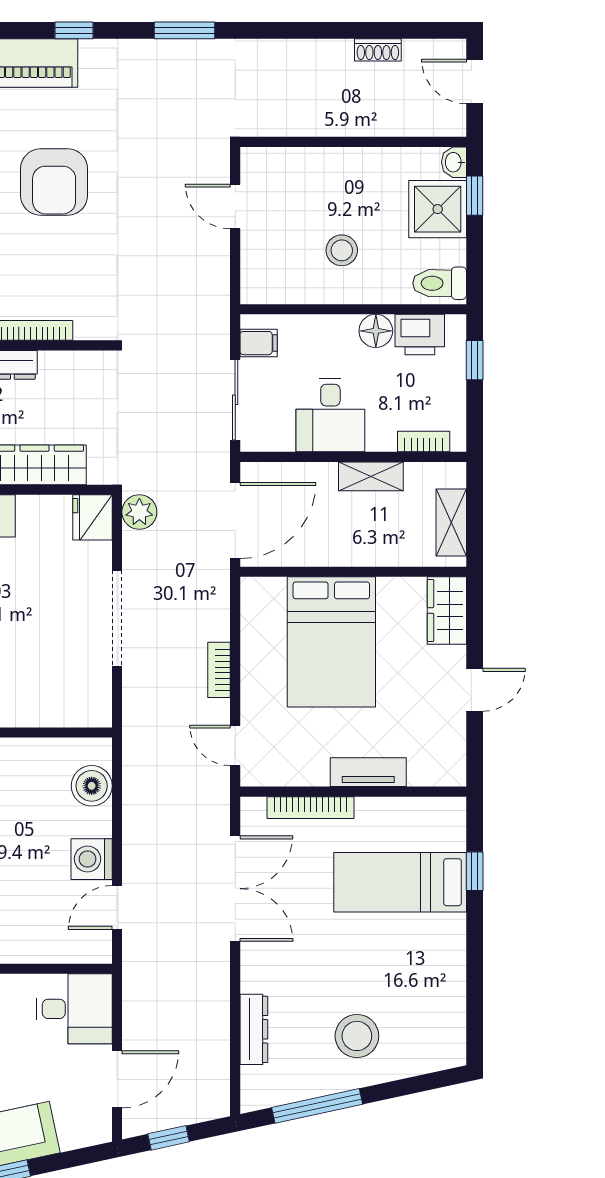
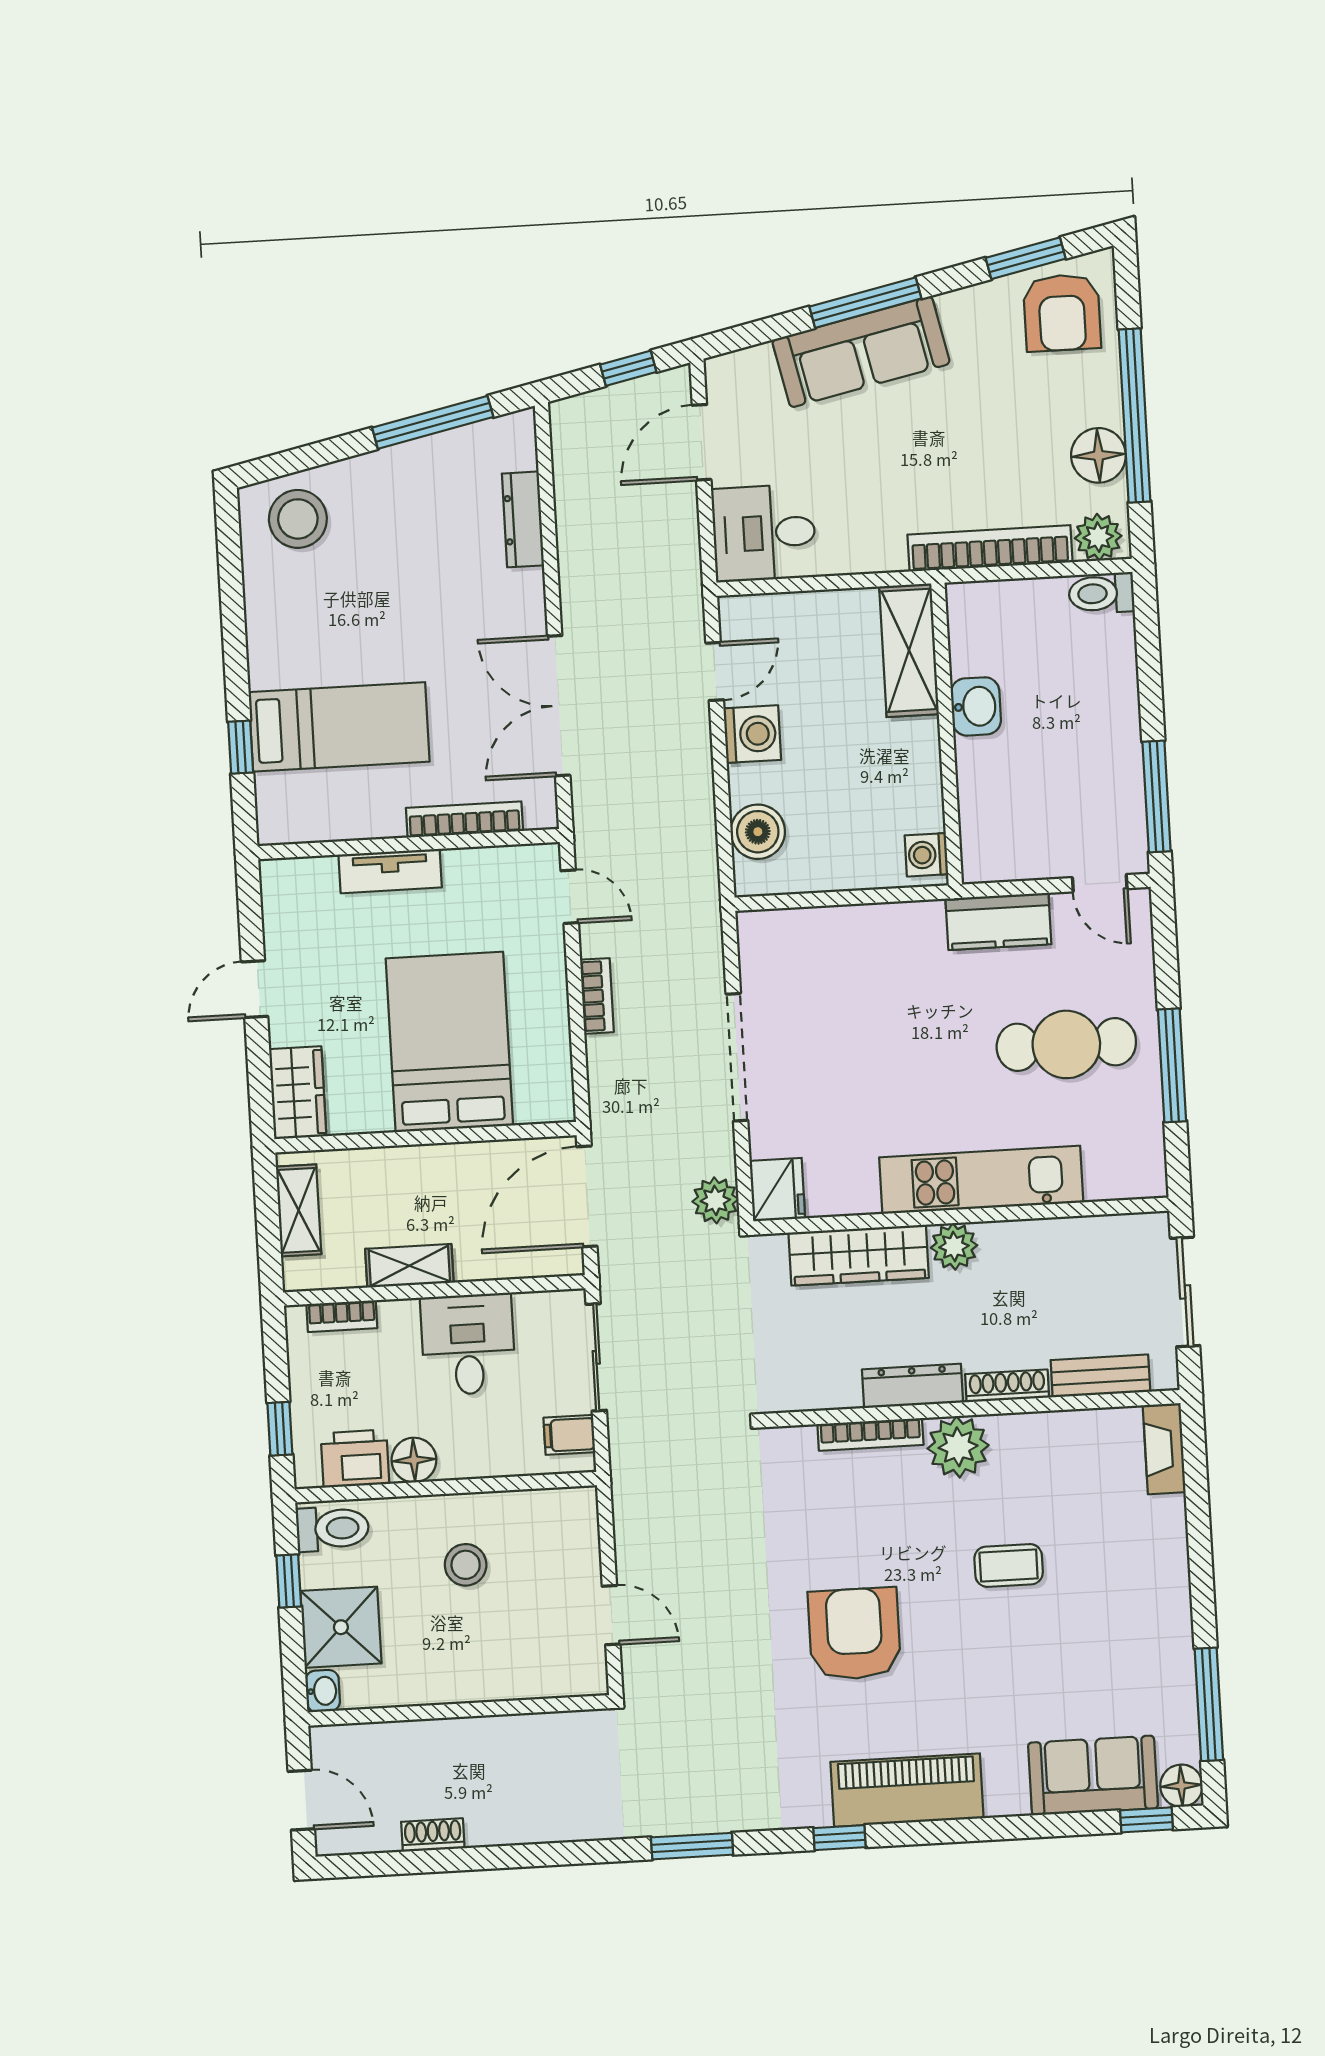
window: (475, 196) -> (289, 1581), moved
stool: (357, 1036) -> (298, 519), moved

